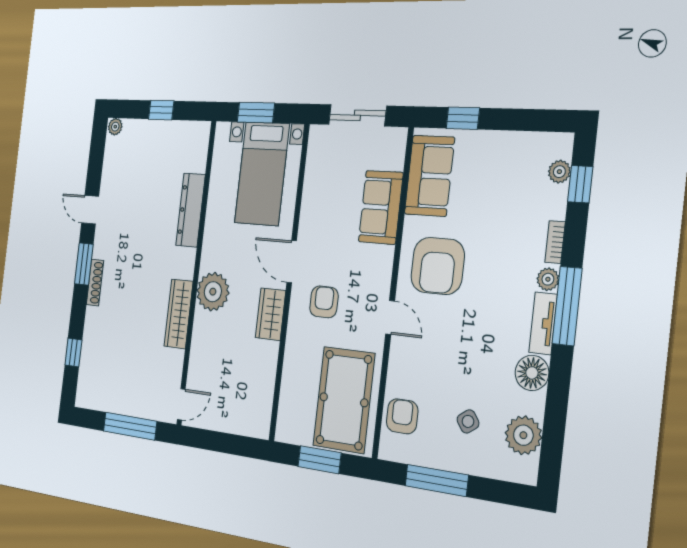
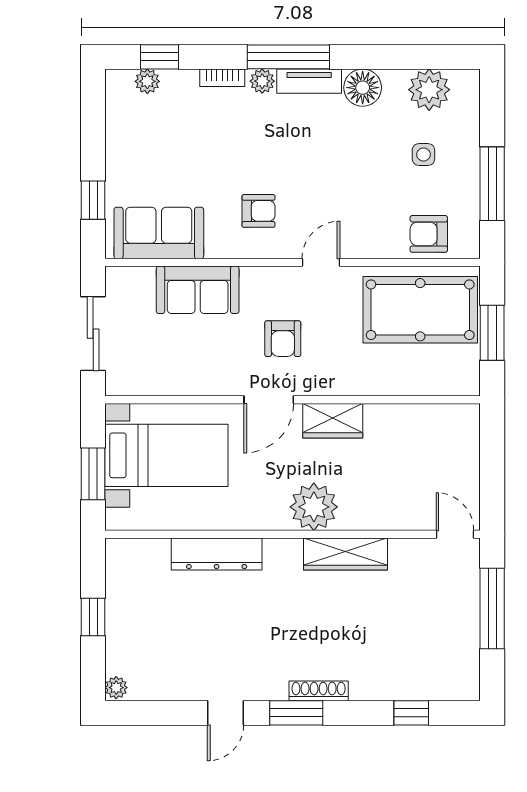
armchair: (438, 266) -> (258, 211), width x0.53, depth x0.53
armchair: (324, 302) -> (283, 339), moved, turned -90
side table: (468, 421) -> (423, 154), turned 36

